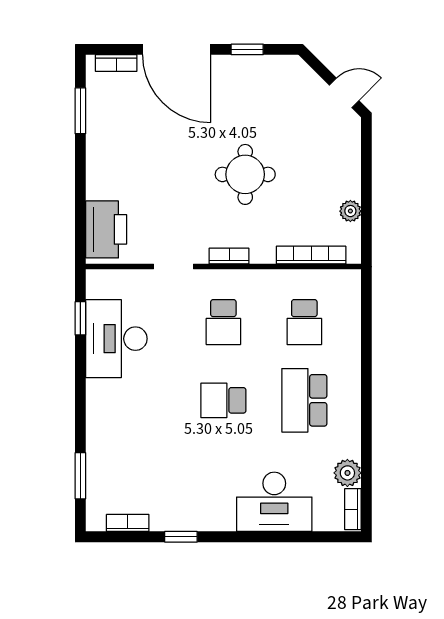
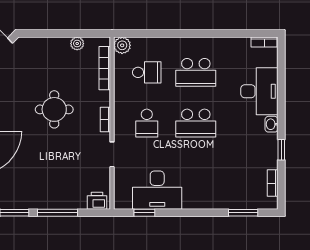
window: (80, 180) -> (58, 213), added
printer: (106, 229) -> (97, 201), width x0.53, depth x0.68
school desk: (223, 322) -> (147, 123), turned 90
school desk: (223, 400) -> (196, 123), width x1.85
plant: (347, 473) -> (122, 45), moved
washbasin: (222, 521) -> (271, 124), added

